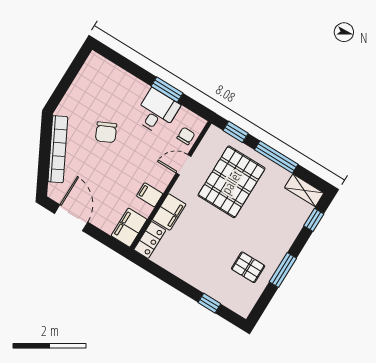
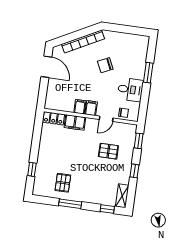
window: (167, 90) -> (148, 73), moved
window: (276, 157) -> (134, 171), width x0.46
door: (184, 165) -> (106, 119), swing flipped
pallet: (231, 182) -> (108, 151), width x0.49, depth x0.50
door: (71, 218) -> (46, 67), hinge flipped
filing cabinet: (129, 228) -> (91, 108), moved, width x0.50

